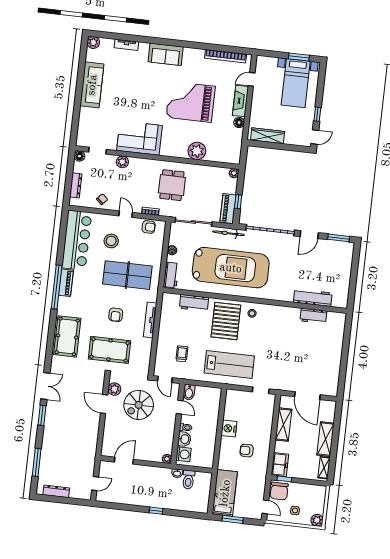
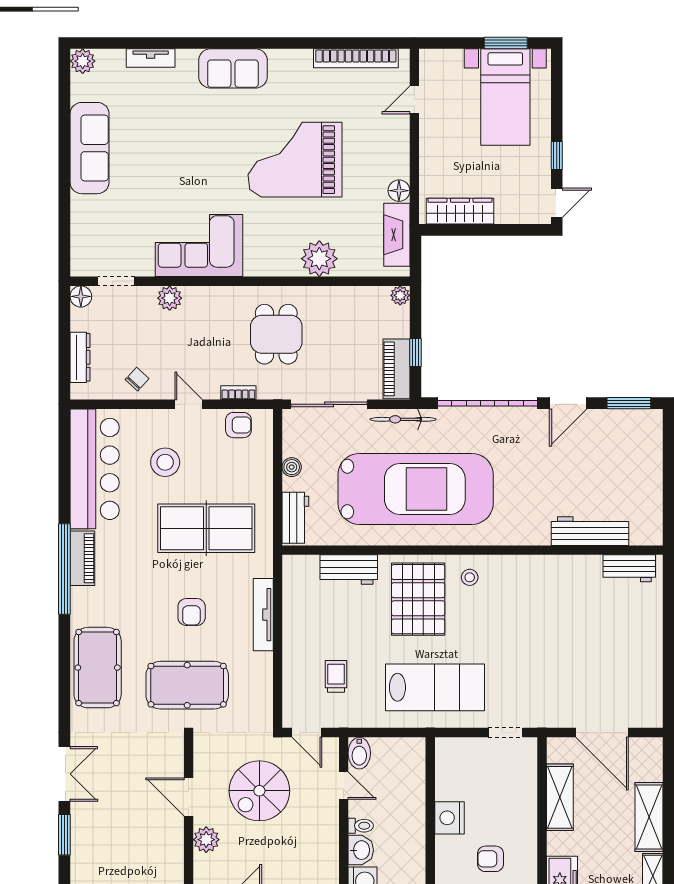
fireplace: (241, 101) -> (397, 235), moved
workbench: (313, 316) -> (629, 568), moved
plant: (114, 389) -> (206, 840), moved

